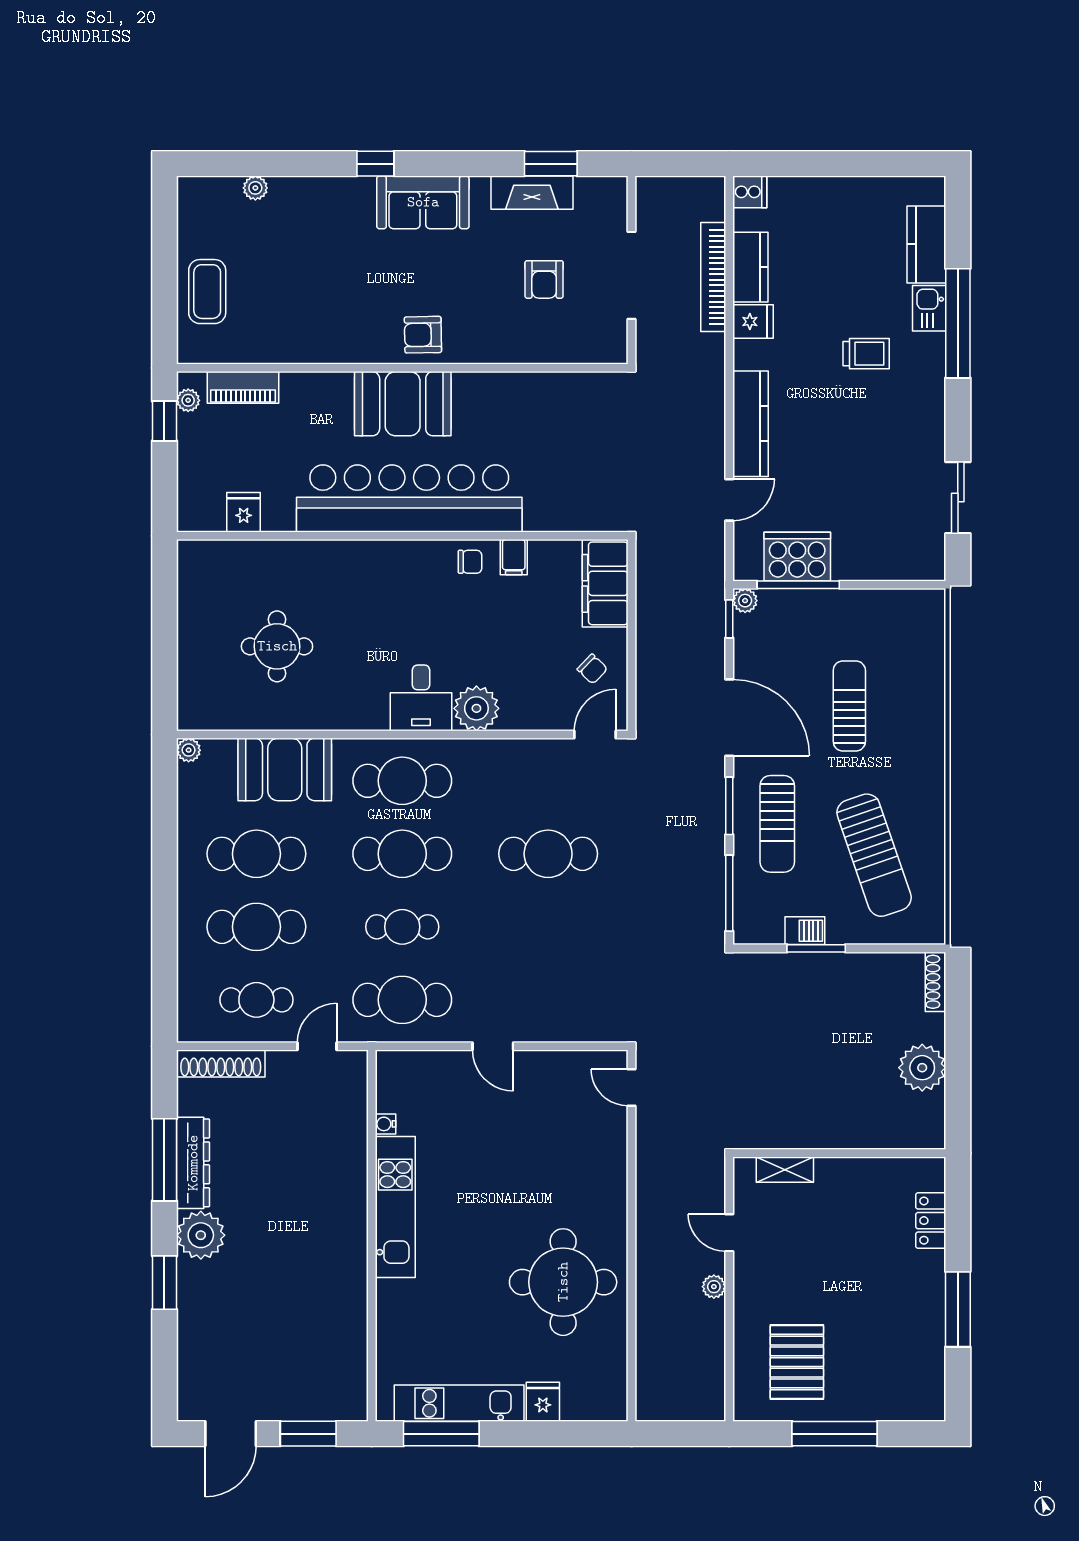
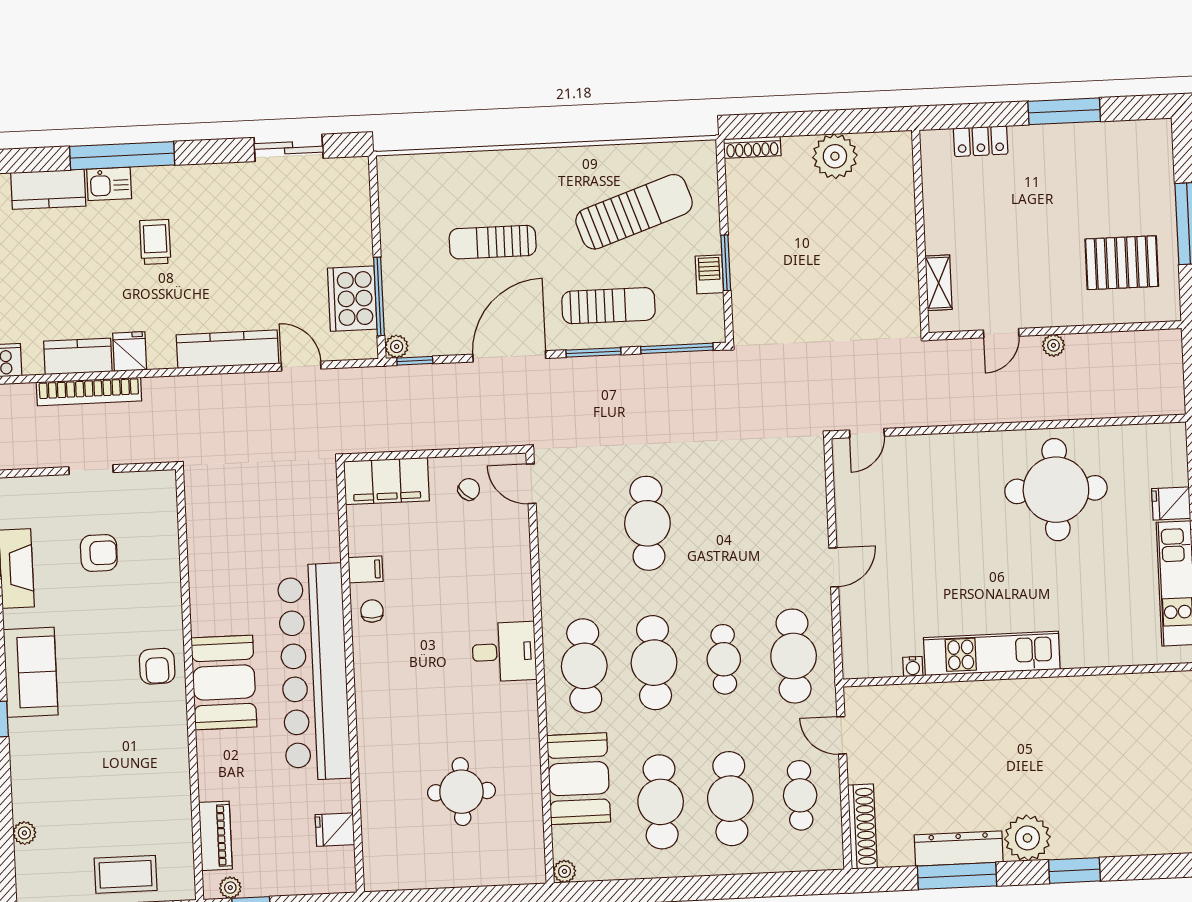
doorway: (631, 275) -> (91, 470), width x0.53
plant: (476, 708) -> (512, 598), removed

